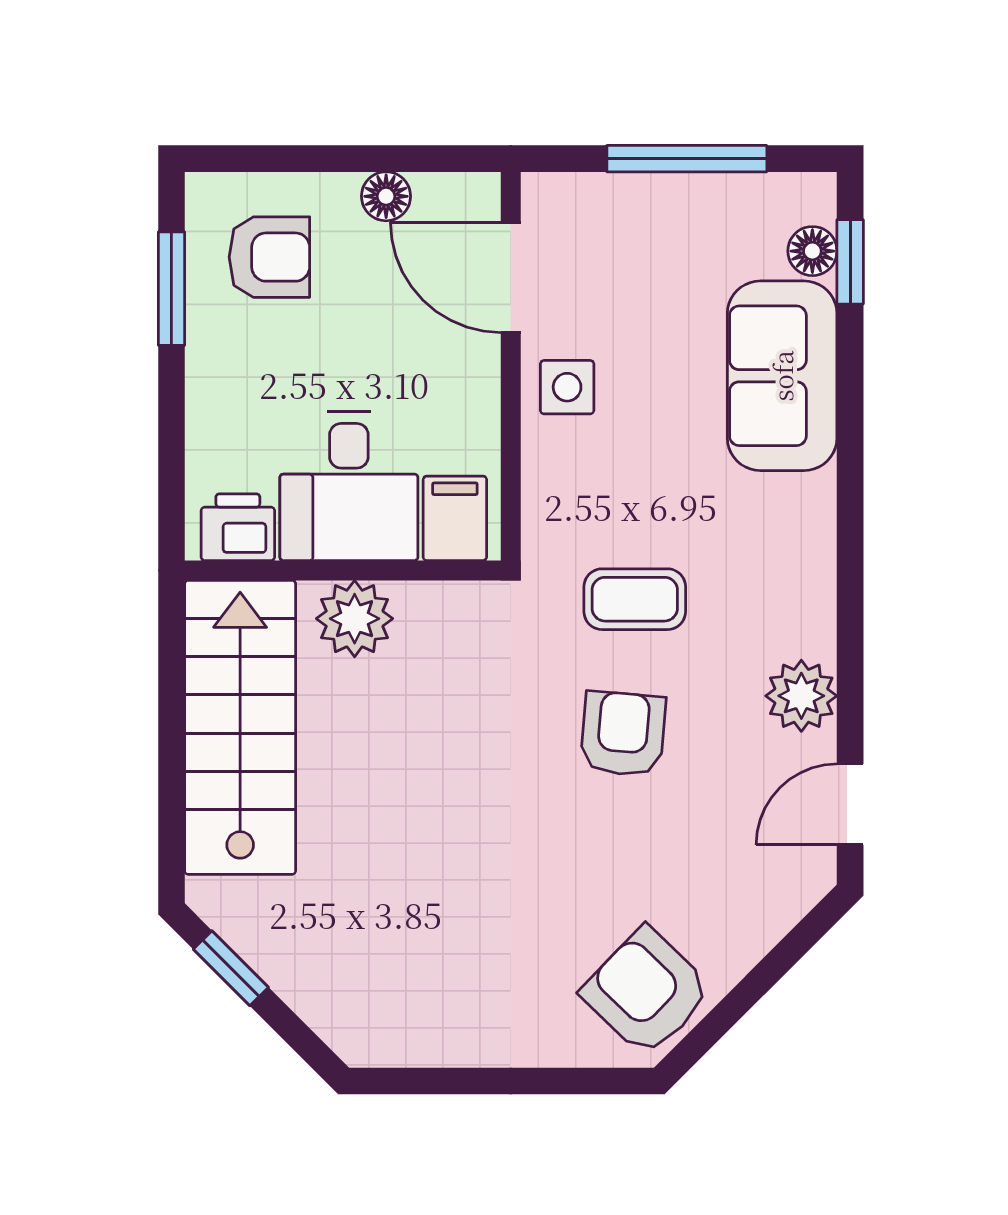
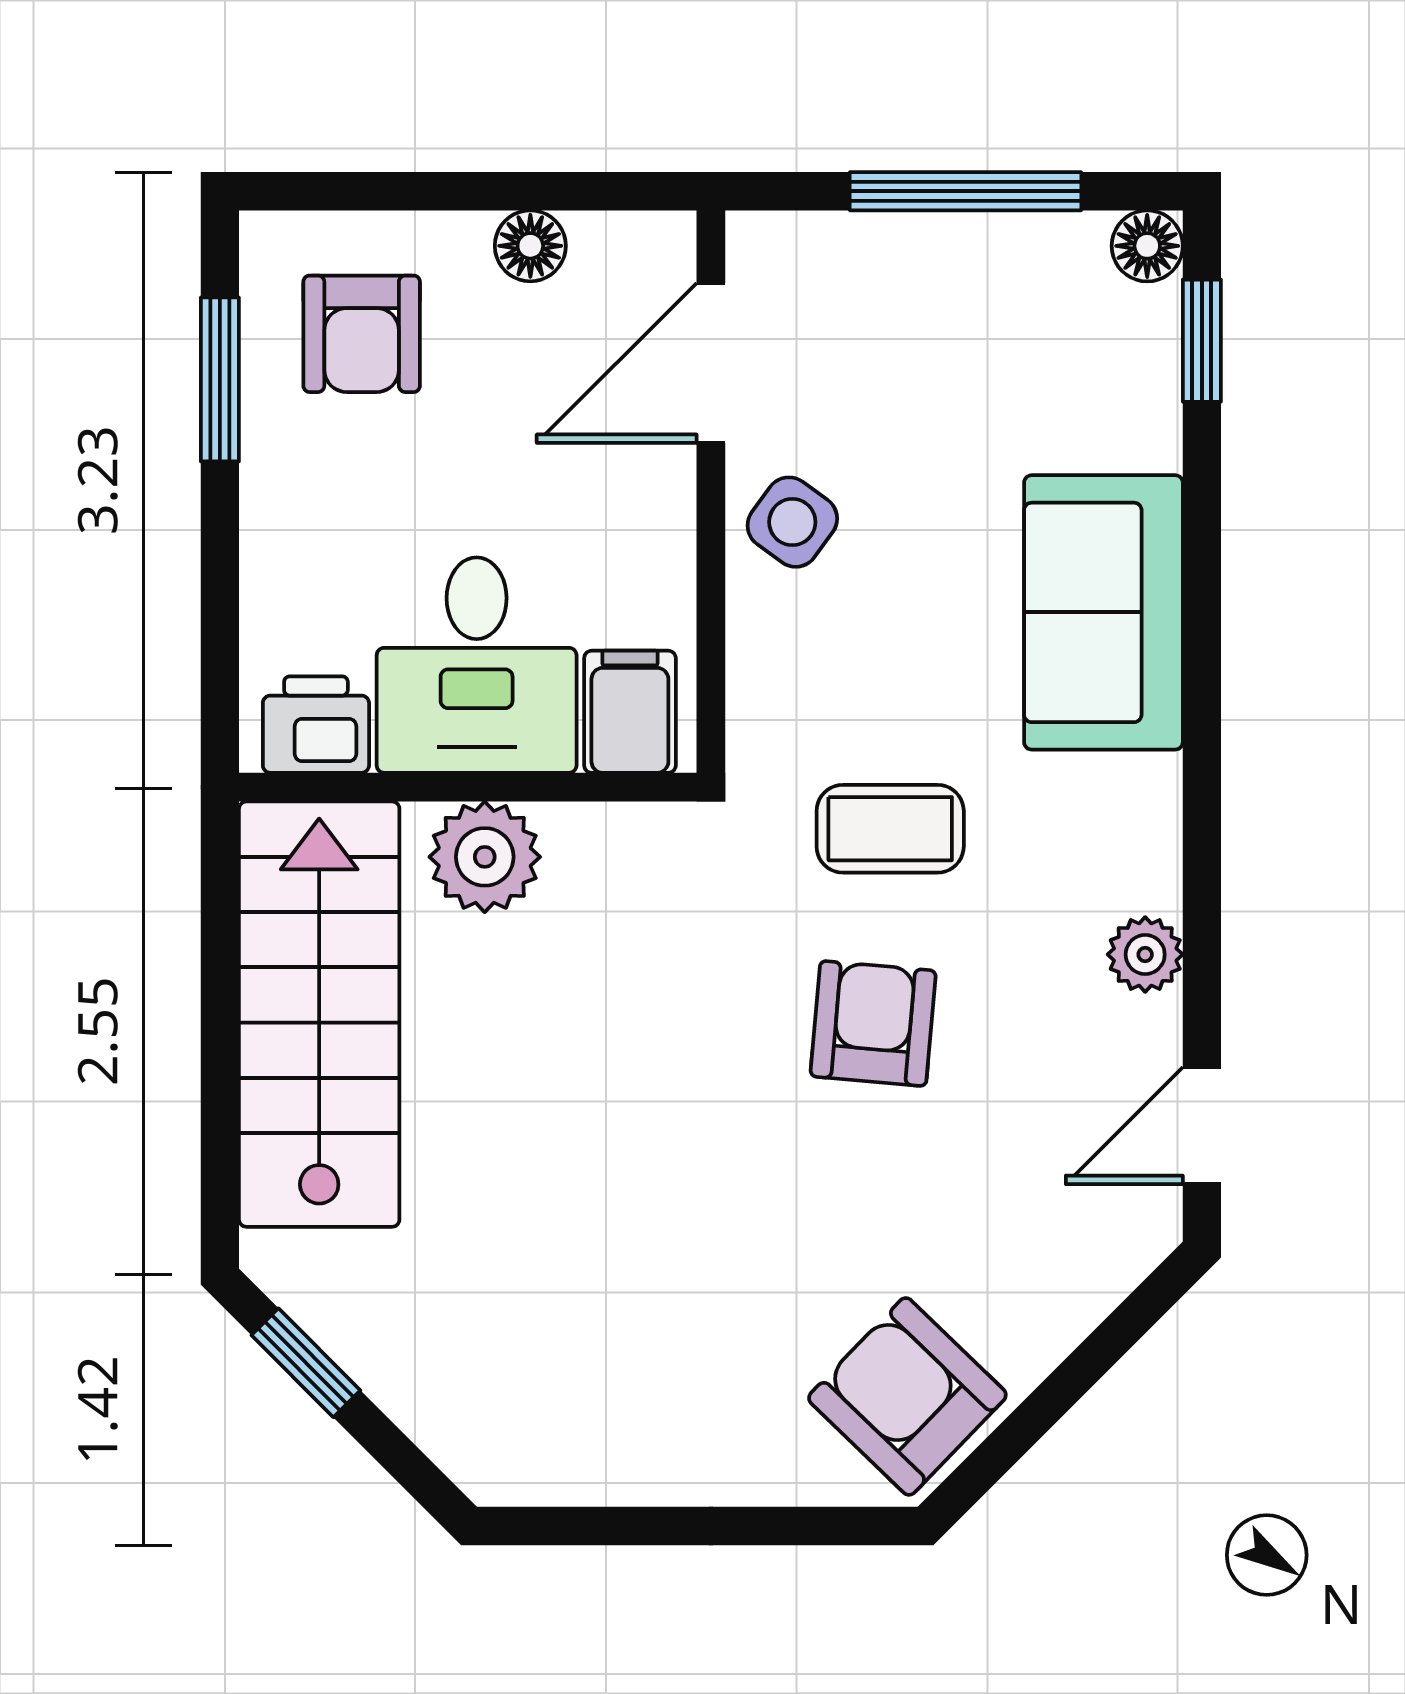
floor lamp: (812, 251) -> (1147, 246), moved
armchair: (269, 257) -> (362, 334), turned 90
door: (511, 277) -> (711, 363), hinge flipped
sofa: (782, 376) -> (1103, 612), moved
side table: (567, 387) -> (792, 522), turned 36
plant: (801, 696) -> (1145, 954), width x0.73, depth x0.73

